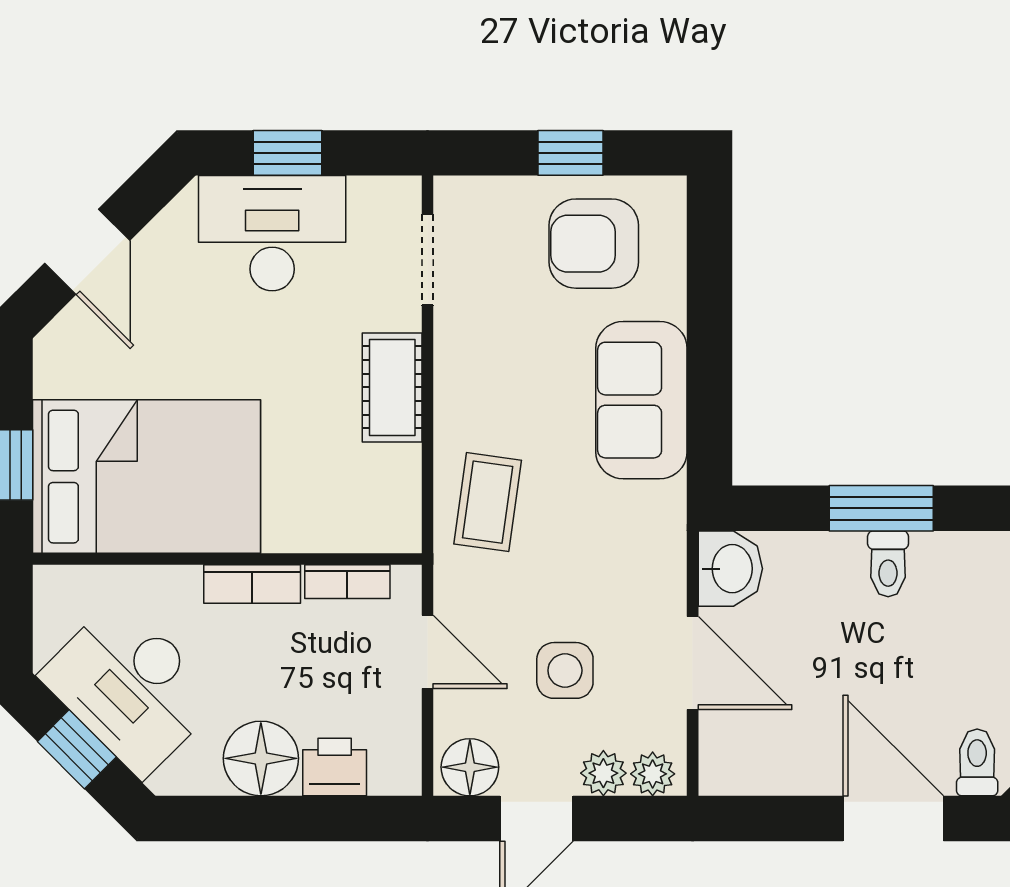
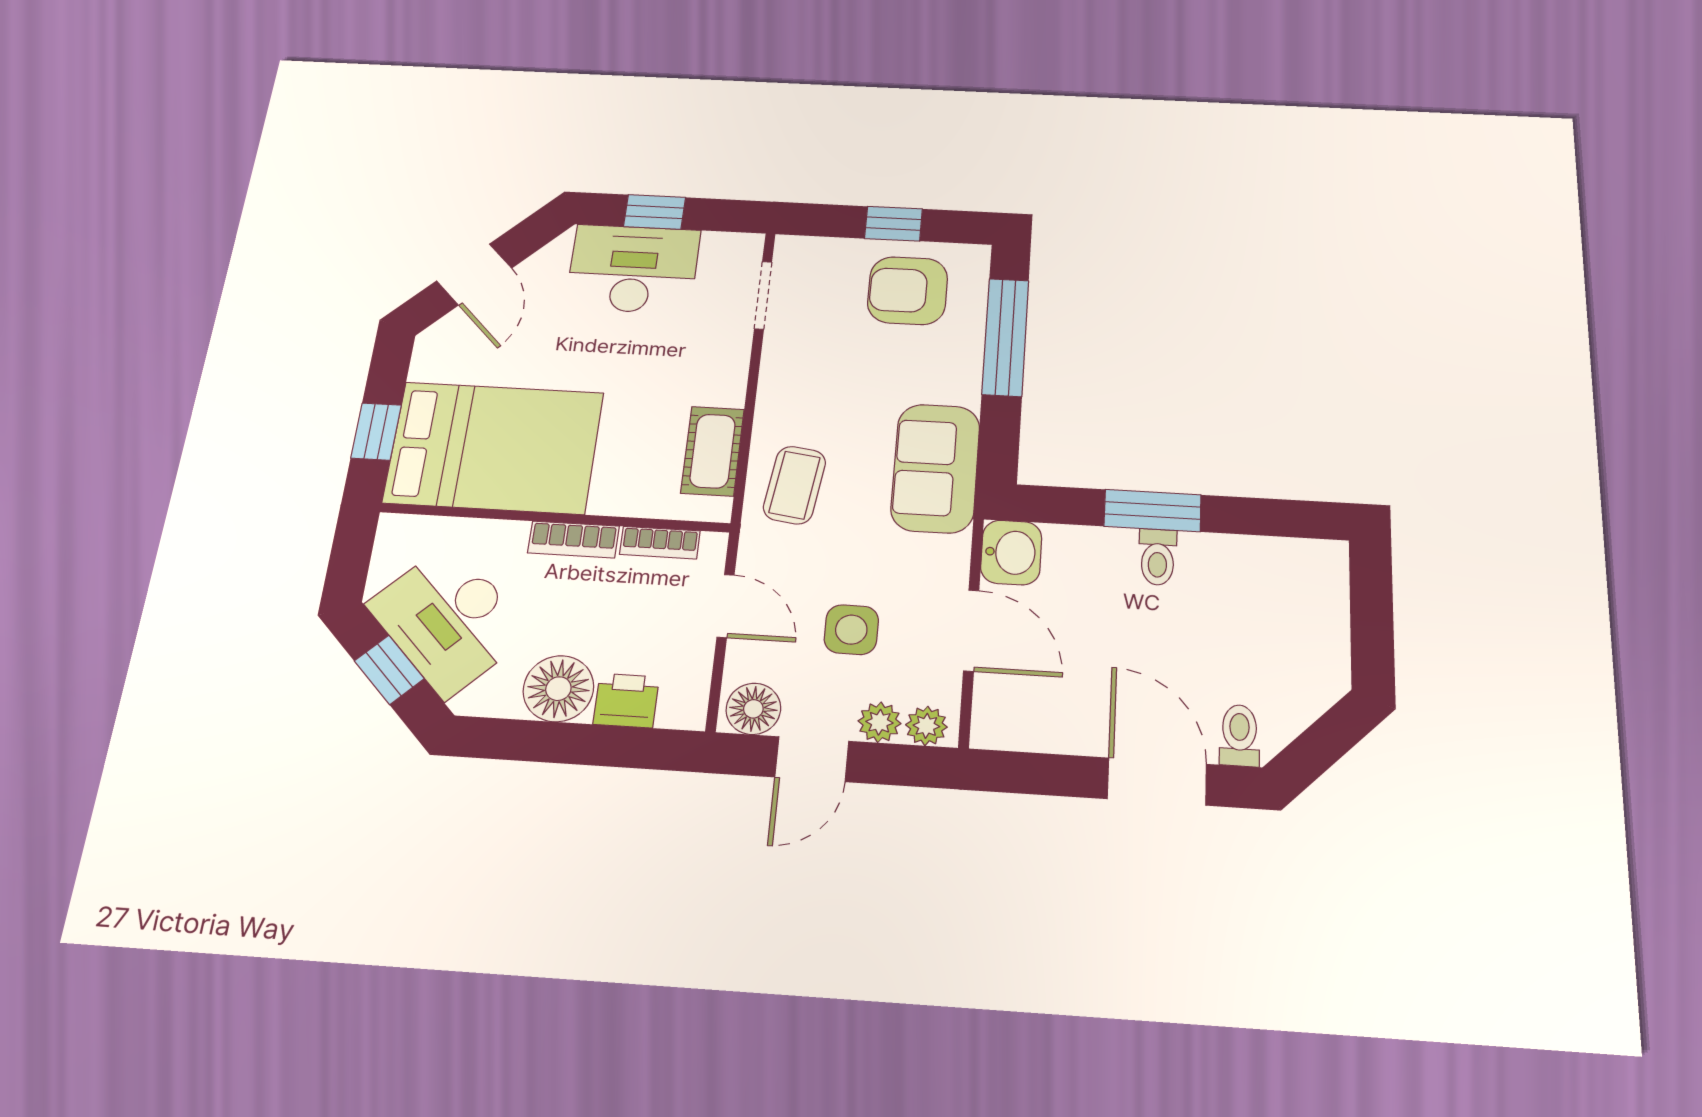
window: (710, 299) -> (1005, 337), added
cot: (392, 387) -> (713, 451), moved
sofa: (641, 400) -> (935, 468), moved

